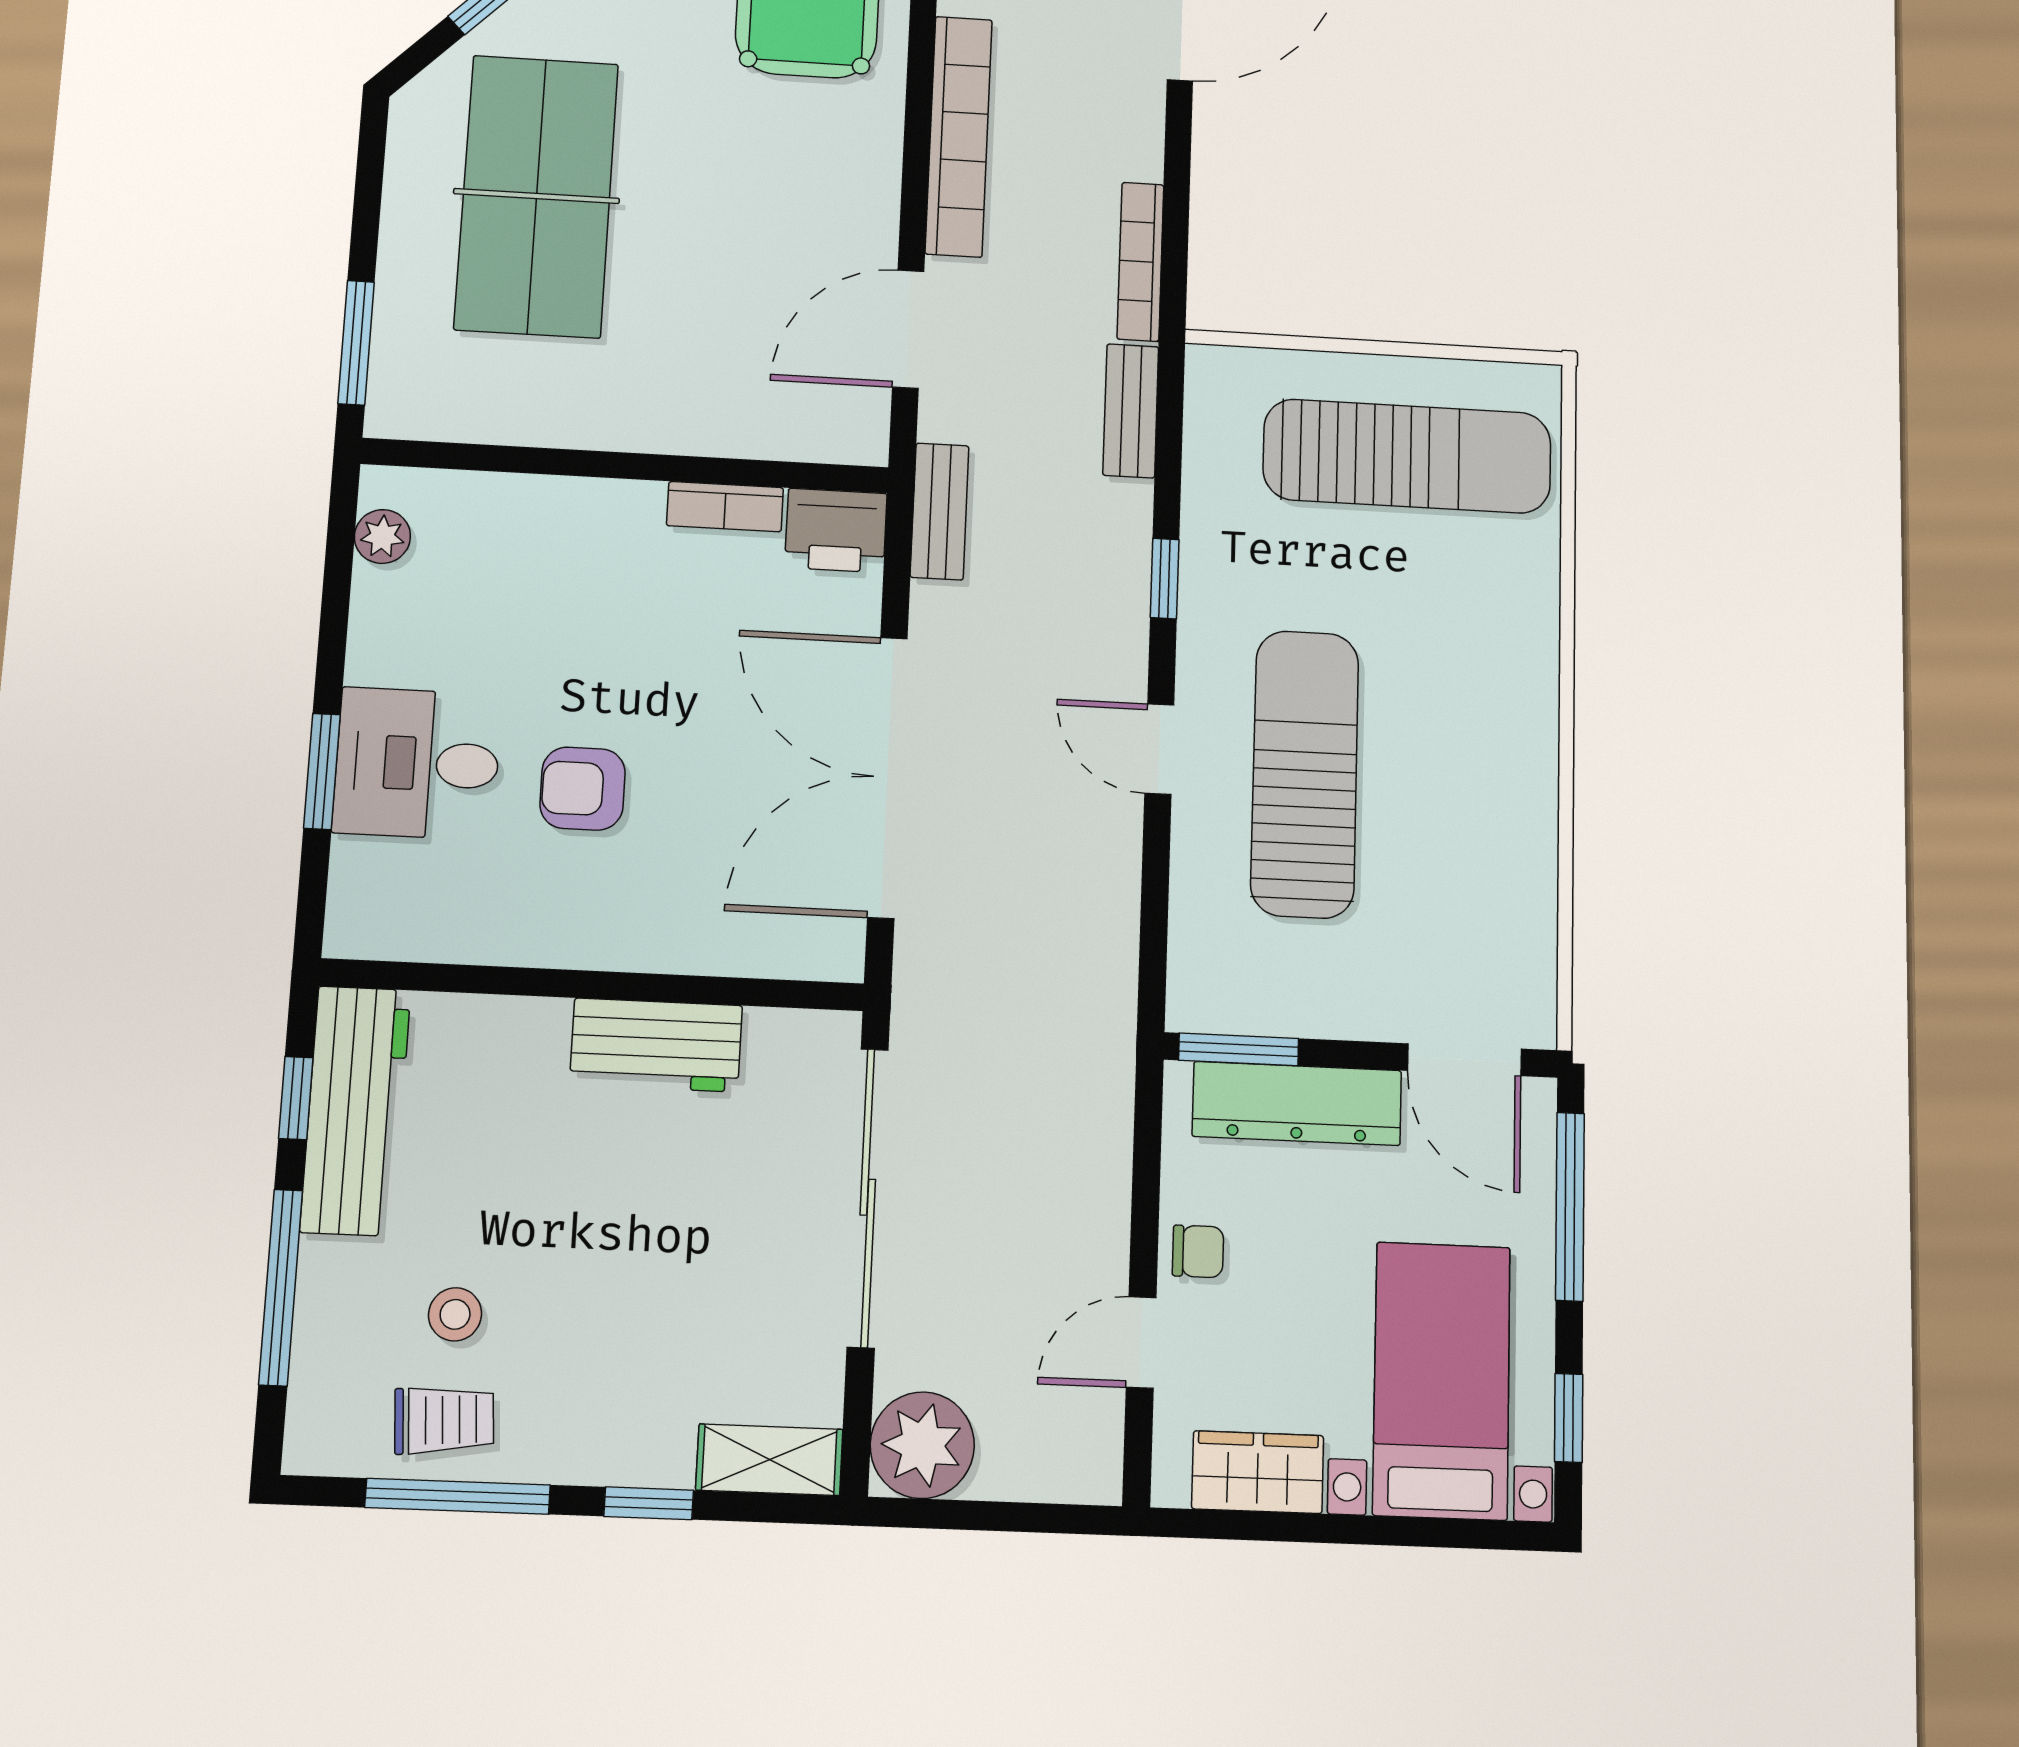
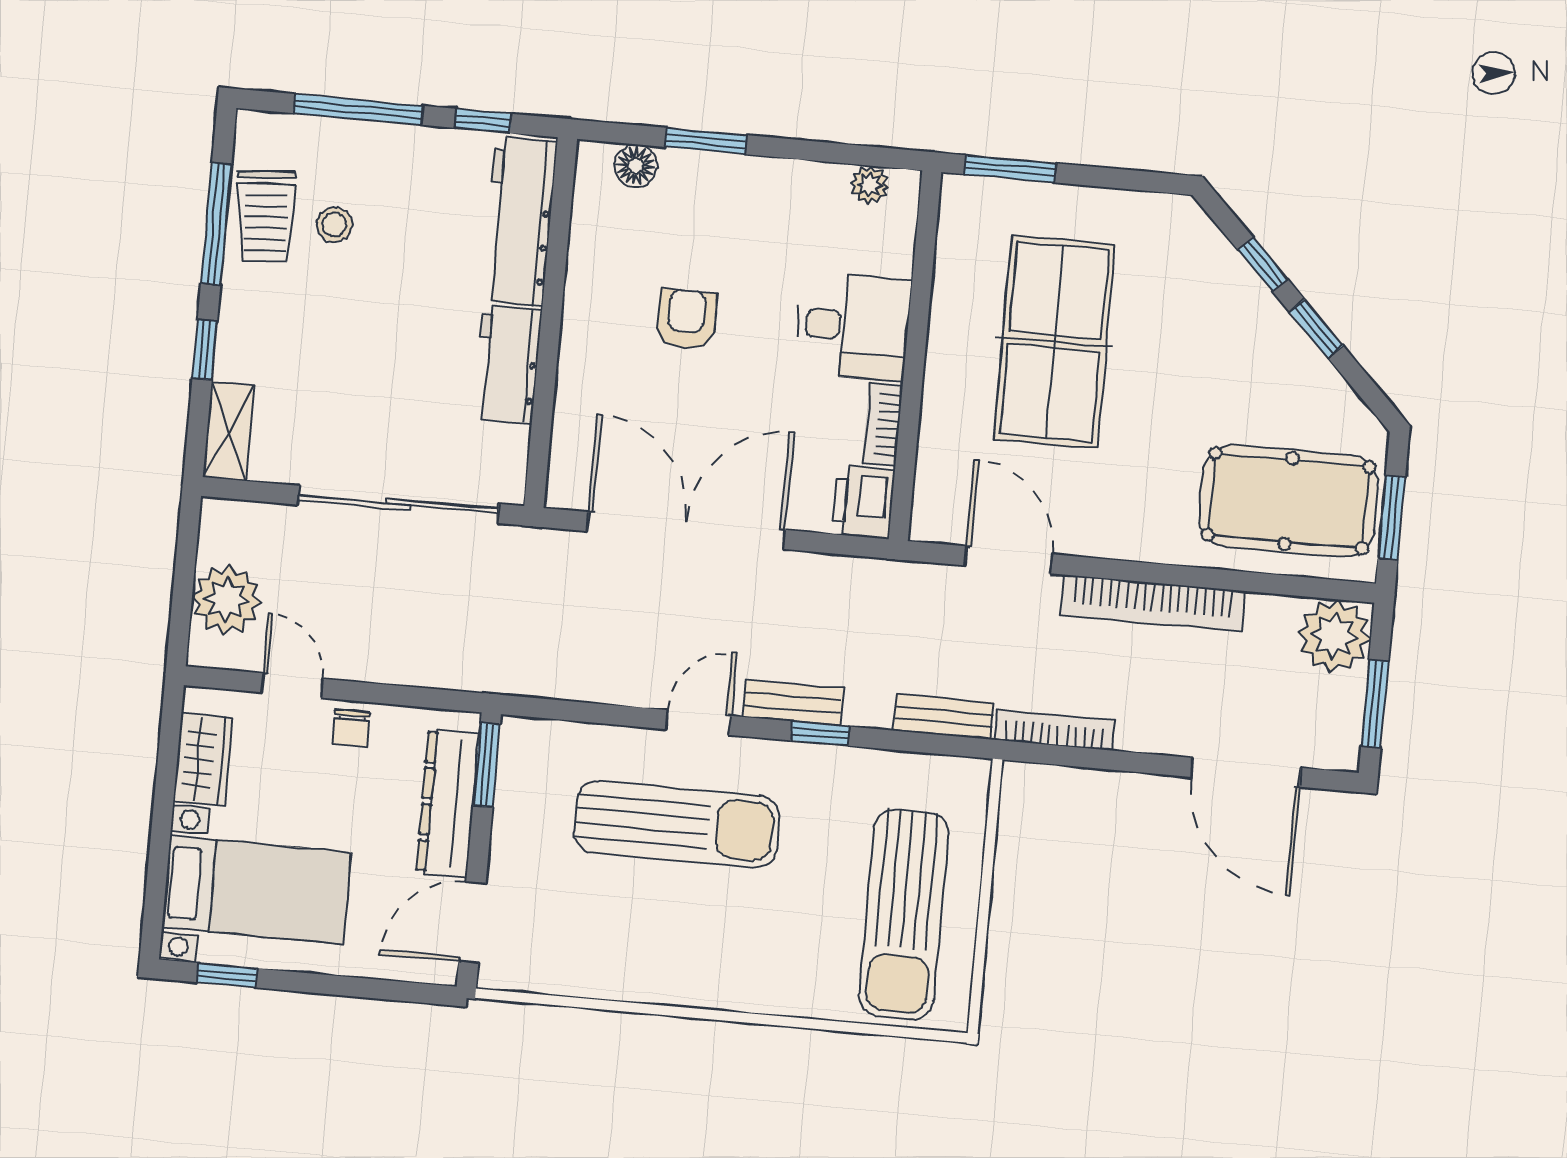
table tennis table: (537, 196) -> (1055, 342), moved, turned 90
bench: (940, 511) -> (793, 703), moved
desk: (417, 763) -> (853, 326), moved, turned 90
floor lamp: (360, 871) -> (636, 166), added
workbench: (356, 1111) -> (519, 221), moved, turned 90
window: (1570, 1207) -> (368, 988), removed
trolley: (444, 1420) -> (266, 216), width x1.36, depth x1.39
plant: (922, 1445) -> (227, 600), moved

